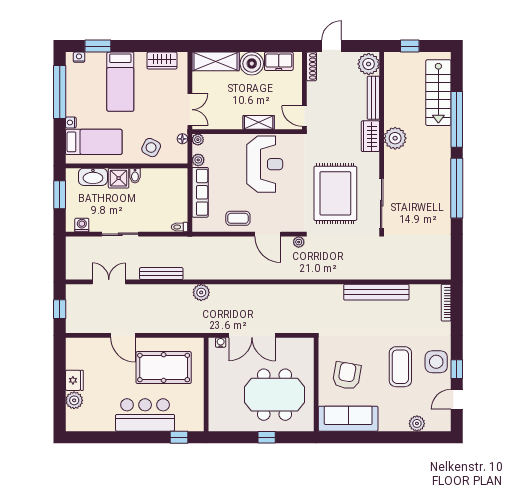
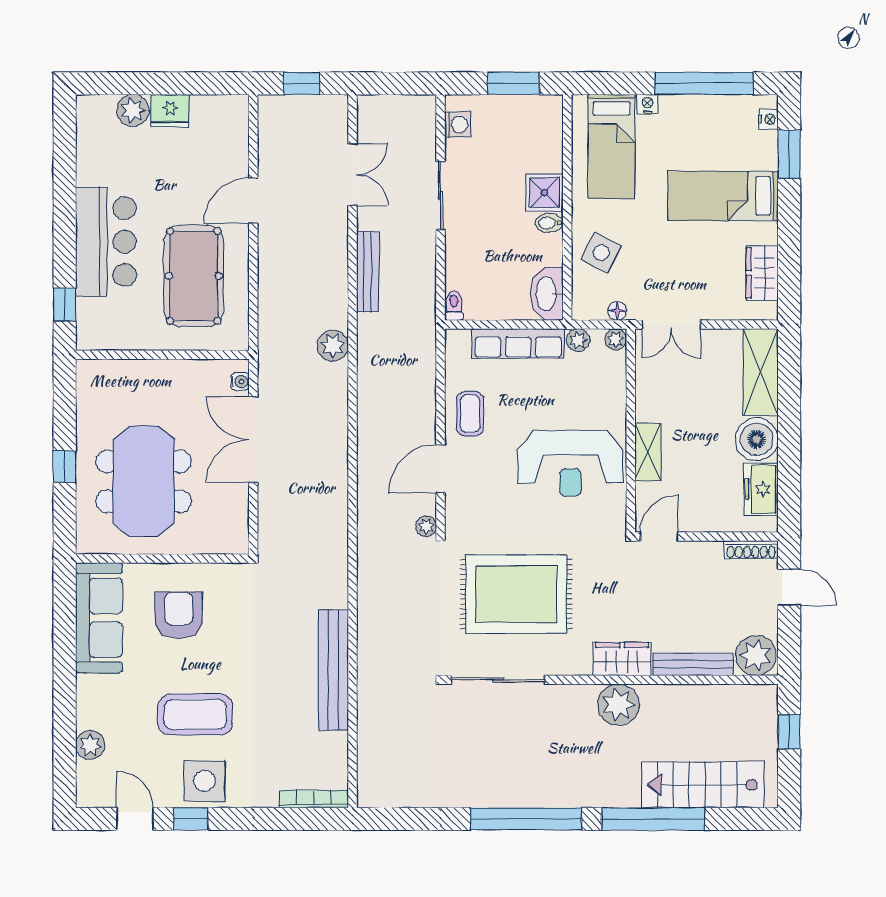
washbasin: (93, 177) -> (547, 294), moved
armchair: (347, 376) -> (179, 615), turned -100

